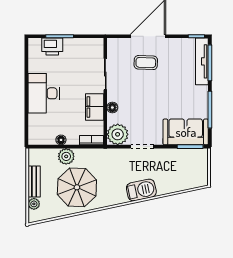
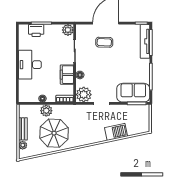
plant: (96, 46) -> (68, 30), added
barbecue: (141, 190) -> (116, 132), moved

